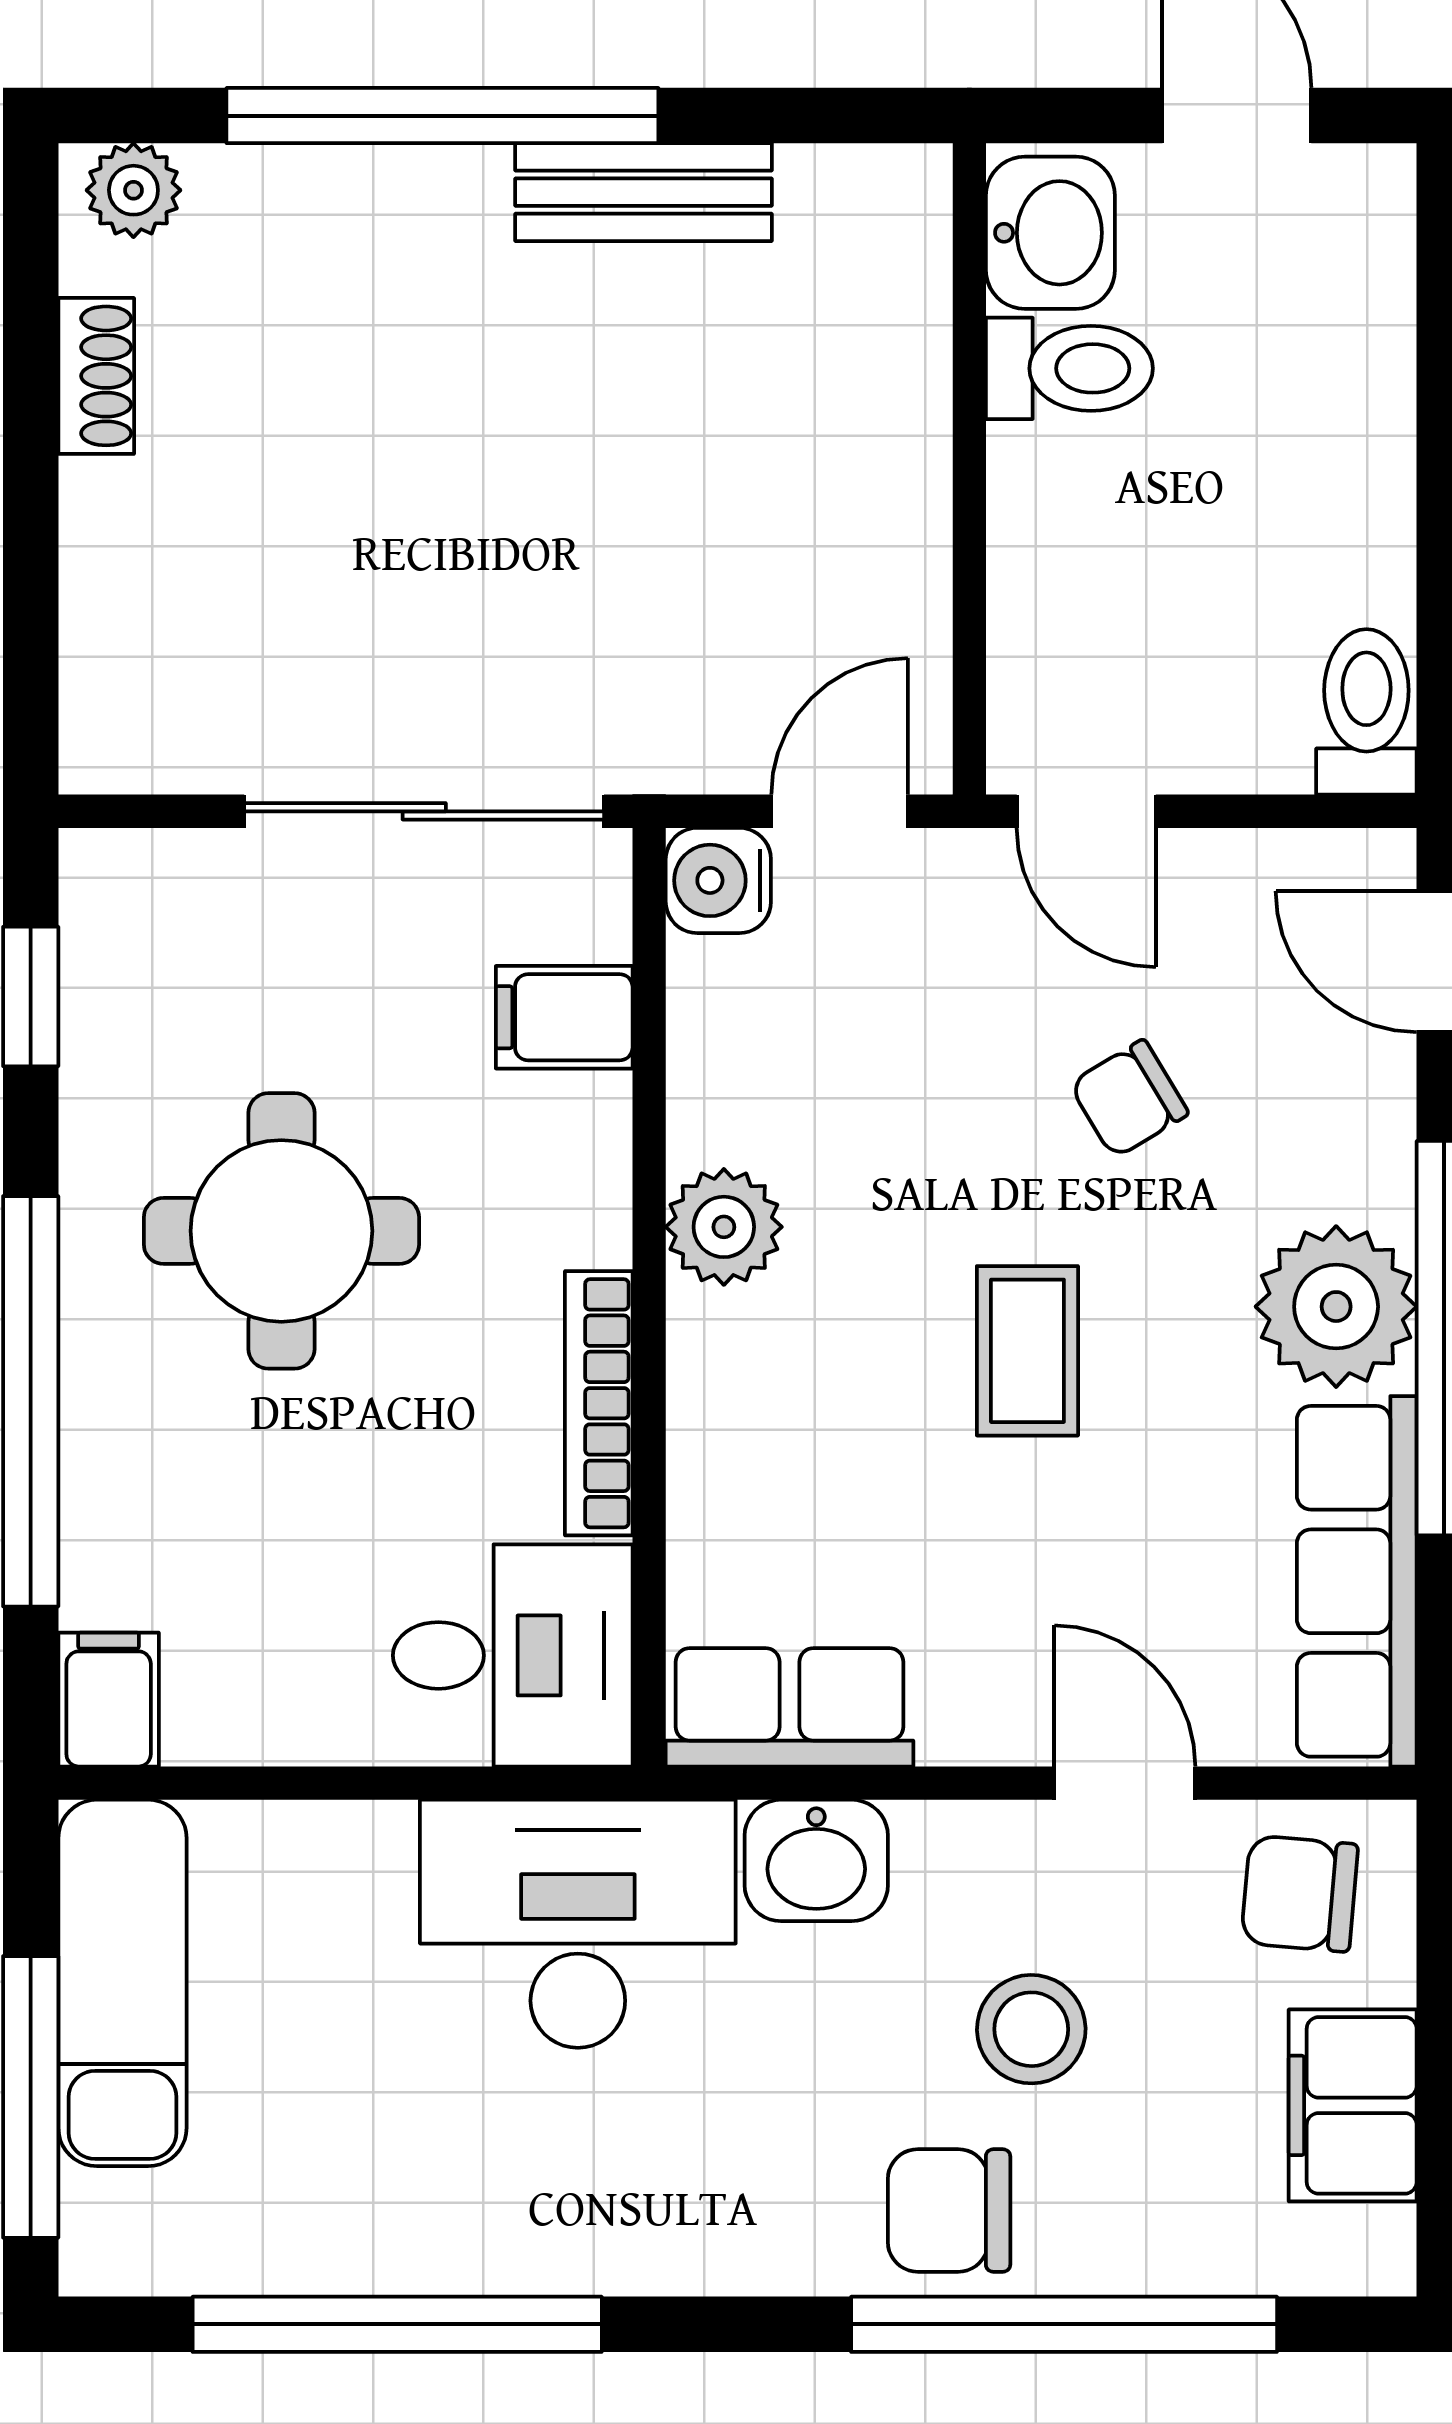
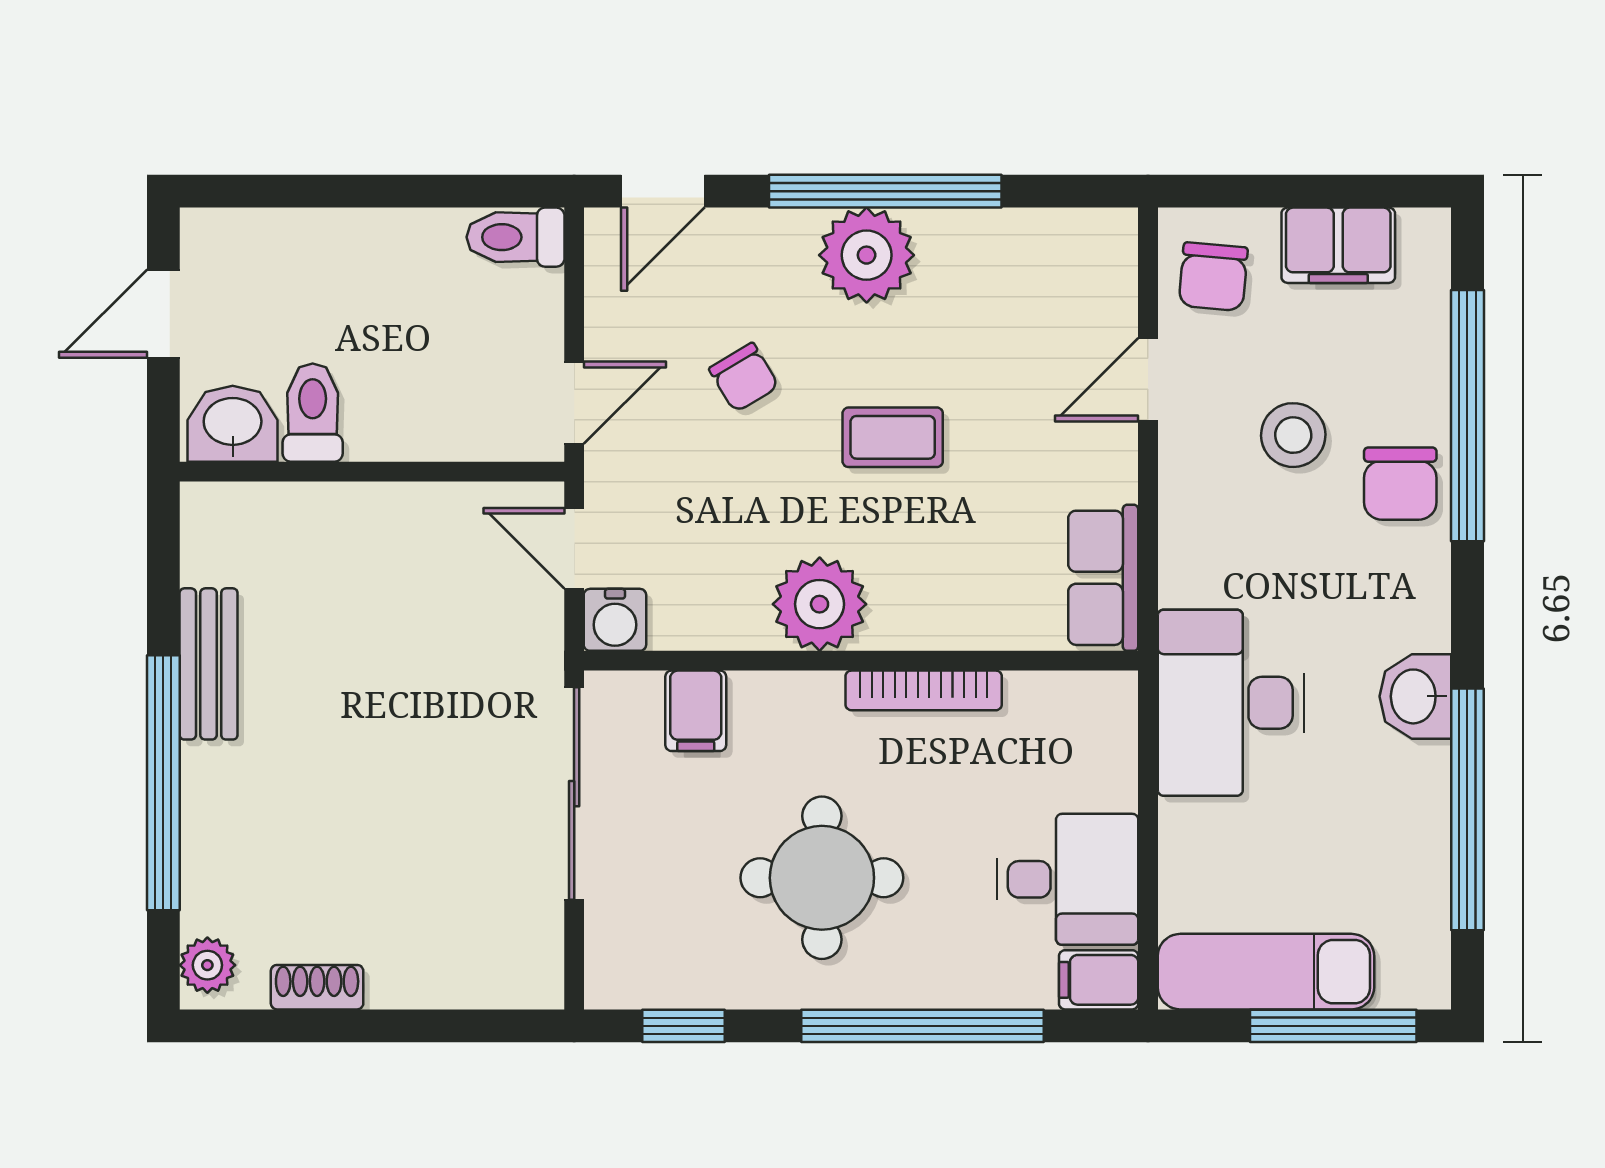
plant: (724, 1227) -> (820, 604), width x1.36, depth x1.36
row of seats: (1357, 1581) -> (1029, 243), removed
desk: (513, 1655) -> (1067, 879), moved, turned 90
washbasin: (816, 1860) -> (1415, 696), moved, turned 180

